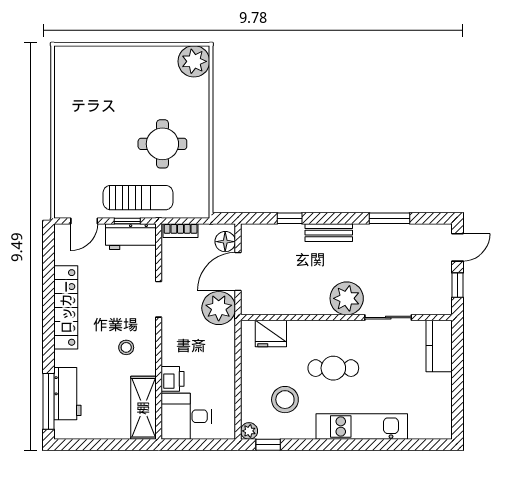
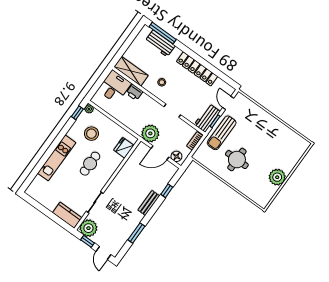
plant: (194, 61) -> (277, 177), moved
door: (238, 272) -> (160, 153), swing flipped
plant: (347, 298) -> (88, 228), moved

